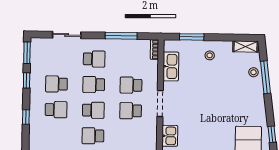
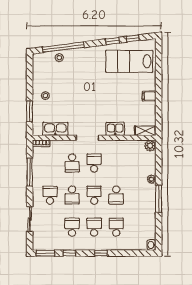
shelving: (246, 47) -> (37, 65), removed
window: (266, 77) -> (63, 47), width x1.46
school desk: (56, 84) -> (72, 227), turned 180
school desk: (131, 111) -> (94, 163), turned 180
school desk: (56, 135) -> (116, 227), added

